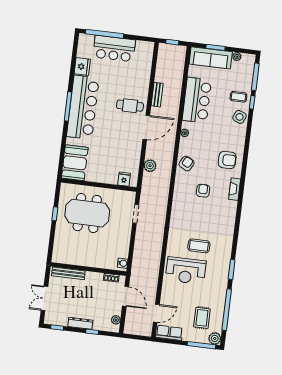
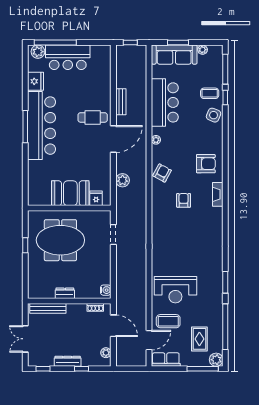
plant: (88, 40) -> (38, 52), added
booth: (75, 163) -> (70, 193), moved, turned 90
coffee table: (199, 246) -> (168, 321), moved
dresser: (85, 261) -> (65, 293), added

